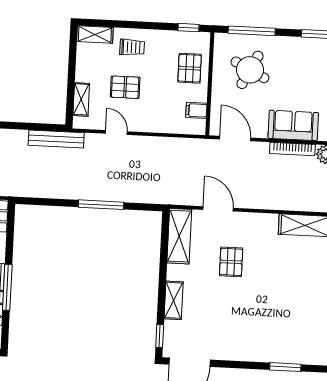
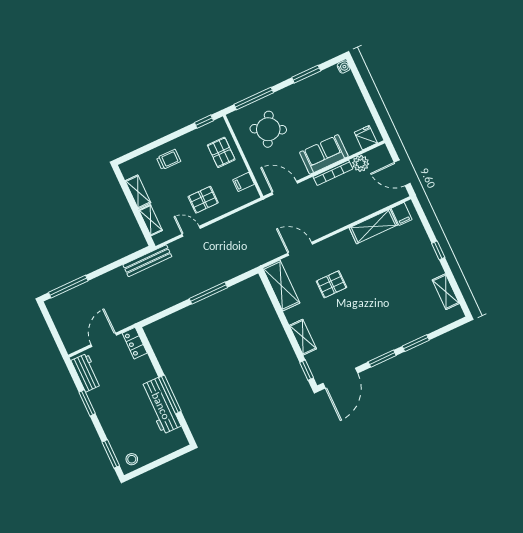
shelving: (95, 34) -> (138, 192), moved, turned 90
pallet: (125, 87) -> (203, 200), moved
pallet: (231, 262) -> (331, 284), turned 90
window: (243, 365) -> (382, 359), added

